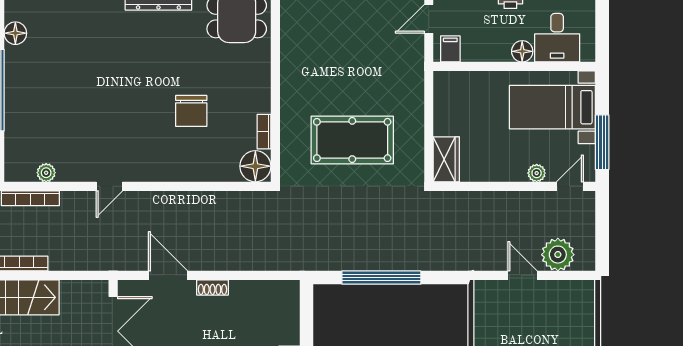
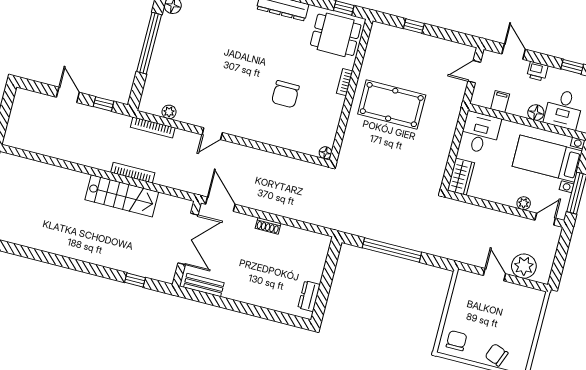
filing cabinet: (450, 49) -> (500, 102), moved
desk: (457, 96) -> (480, 133), added
bookcase: (264, 132) -> (345, 82), moved
pool table: (352, 140) -> (392, 105), moved
floor lamp: (255, 166) -> (325, 153), width x0.53, depth x0.53
door: (168, 275) -> (220, 204), moved

